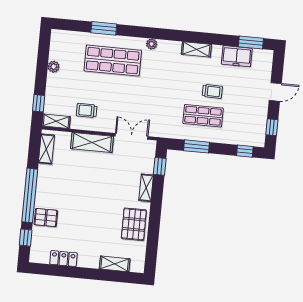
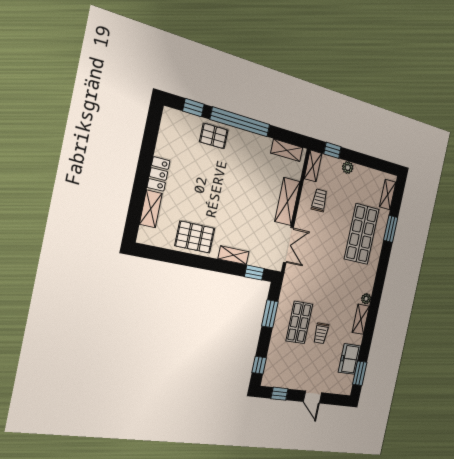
shelving: (71, 37) -> (388, 194), added
plant: (152, 44) -> (366, 299), moved
plant: (54, 67) -> (348, 168), moved
pallet: (46, 218) -> (214, 136), turned 90
locker: (63, 259) -> (159, 174), moved

